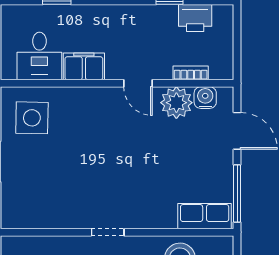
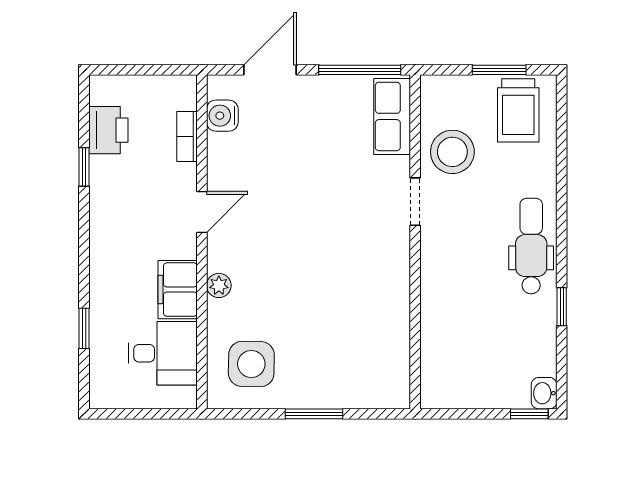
plant: (176, 103) -> (219, 285), moved, width x0.53, depth x0.53
doorway: (108, 232) -> (415, 202), moved

